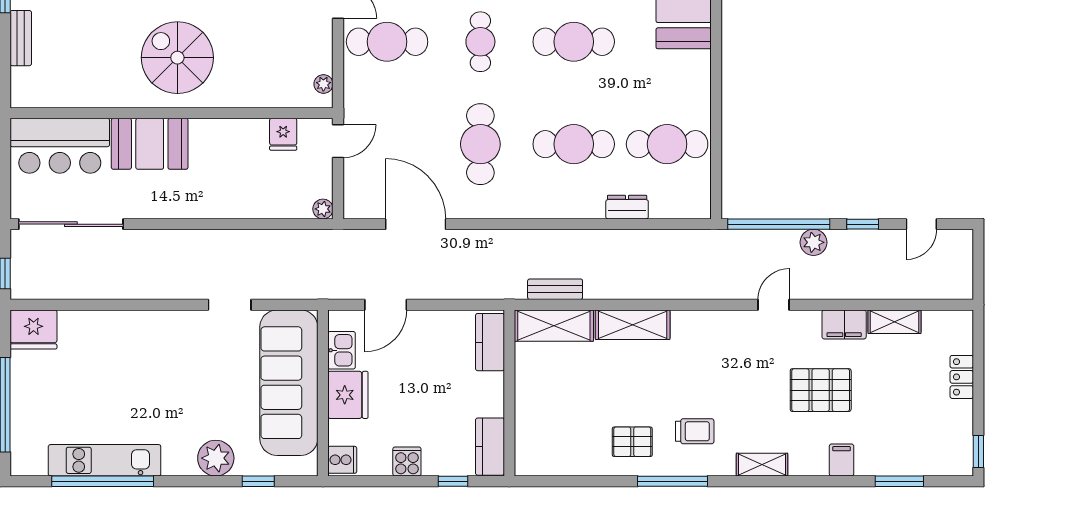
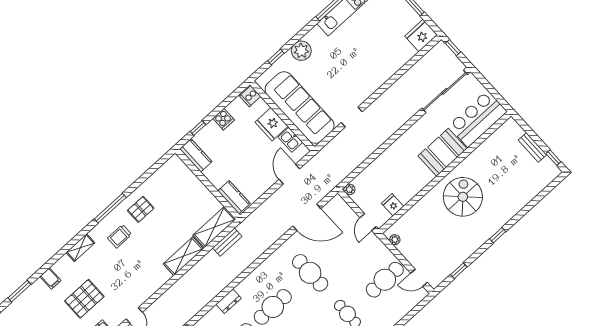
spiral stairs: (177, 58) -> (463, 197), turned -90

